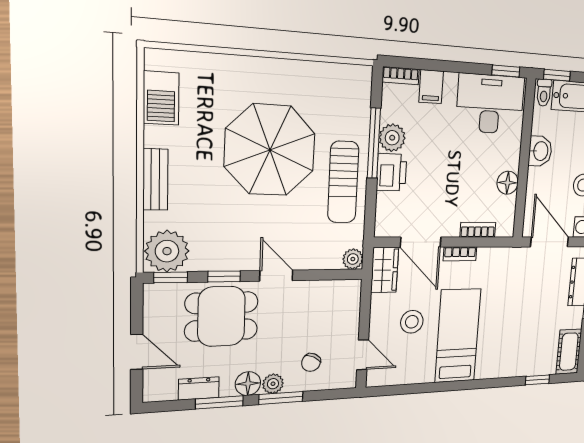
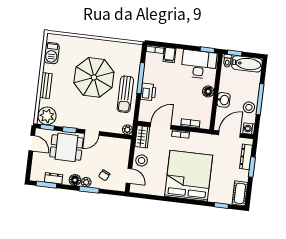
plant: (392, 138) -> (149, 76), removed
washbasin: (540, 151) -> (224, 100), moved
floor lamp: (508, 183) -> (208, 91), moved
door: (421, 242) -> (161, 126), swing flipped
door: (550, 242) -> (229, 134), hinge flipped
door: (276, 276) -> (92, 133), swing flipped
stool: (412, 322) -> (142, 160), moved
bed: (458, 336) -> (189, 176), width x2.04
door: (137, 352) -> (32, 143), moved
window: (219, 402) -> (46, 185), moved

